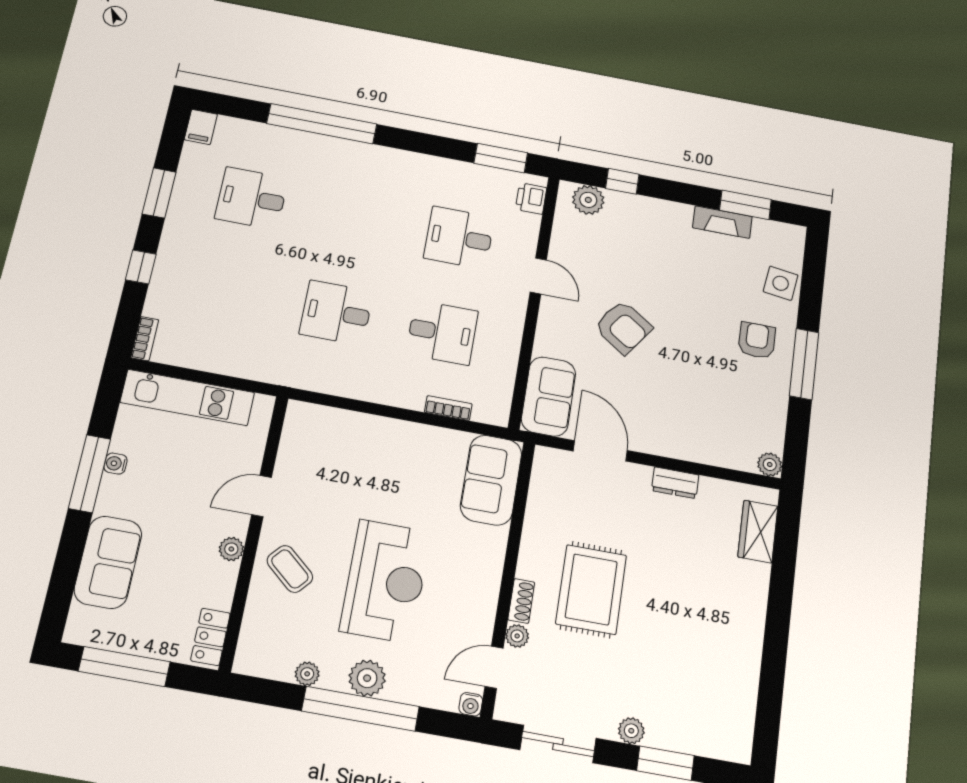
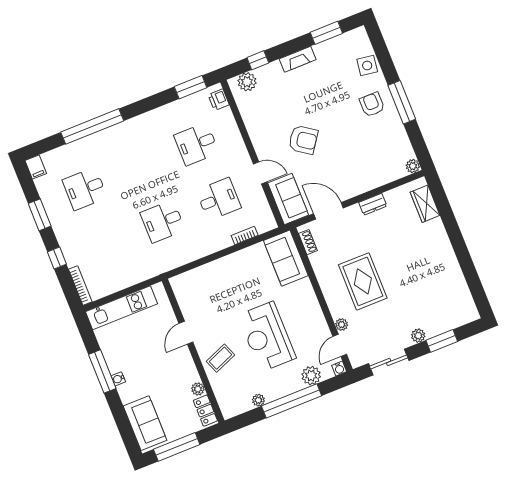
fireplace: (722, 222) -> (298, 59), moved
door: (538, 276) -> (260, 173), moved
bookcase: (145, 339) -> (80, 286), width x1.56
water cooler: (116, 464) -> (118, 379), moved
plant: (231, 549) -> (198, 389), moved
sofa: (108, 562) -> (145, 423), moved
coffee table: (290, 569) -> (220, 358), turned -63
reception desk: (386, 581) -> (267, 337), turned 180
shoe rack: (521, 601) -> (308, 242), moved
plant: (367, 678) -> (311, 376), moved

